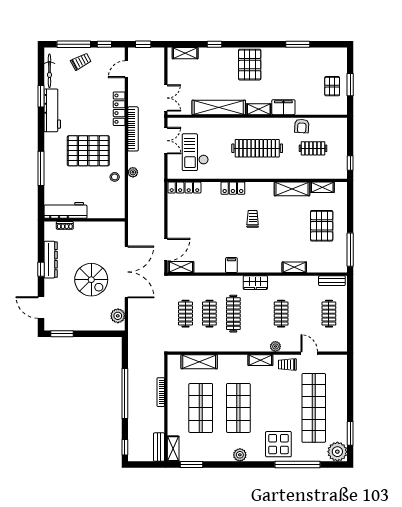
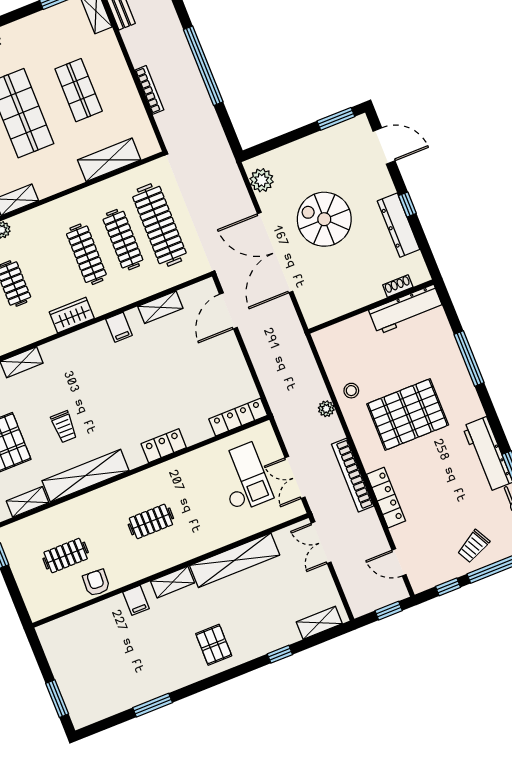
pallet: (250, 65) -> (214, 645), width x0.67, depth x0.71
door: (126, 69) -> (399, 562), swing flipped
window: (350, 85) -> (57, 699), moved
pallet: (332, 86) -> (74, 662), removed
filing cabinet: (283, 107) -> (136, 600), width x0.50
clothes rail: (257, 148) -> (151, 521), width x0.54, depth x0.76
shelving: (292, 189) -> (86, 476), width x1.47
trolley: (253, 219) -> (64, 427), moved
shelving: (181, 267) -> (160, 307), moved
clothes rail: (186, 314) -> (159, 225), width x1.86, depth x1.31
clothes rail: (209, 314) -> (123, 240), width x1.36
shop shelf: (201, 408) -> (79, 90), width x0.70, depth x0.74

